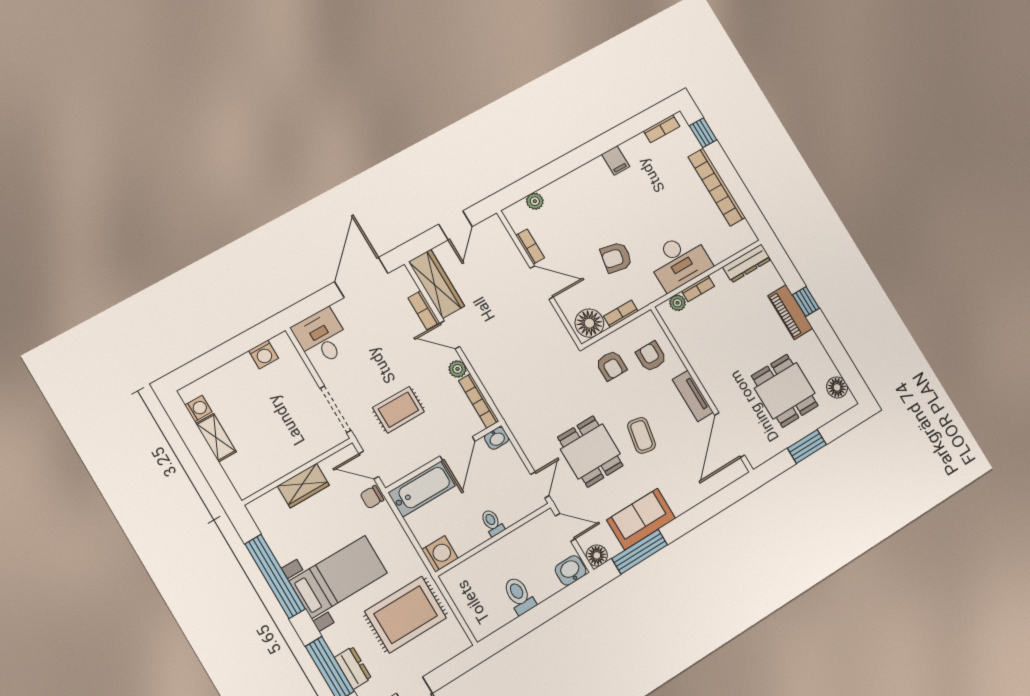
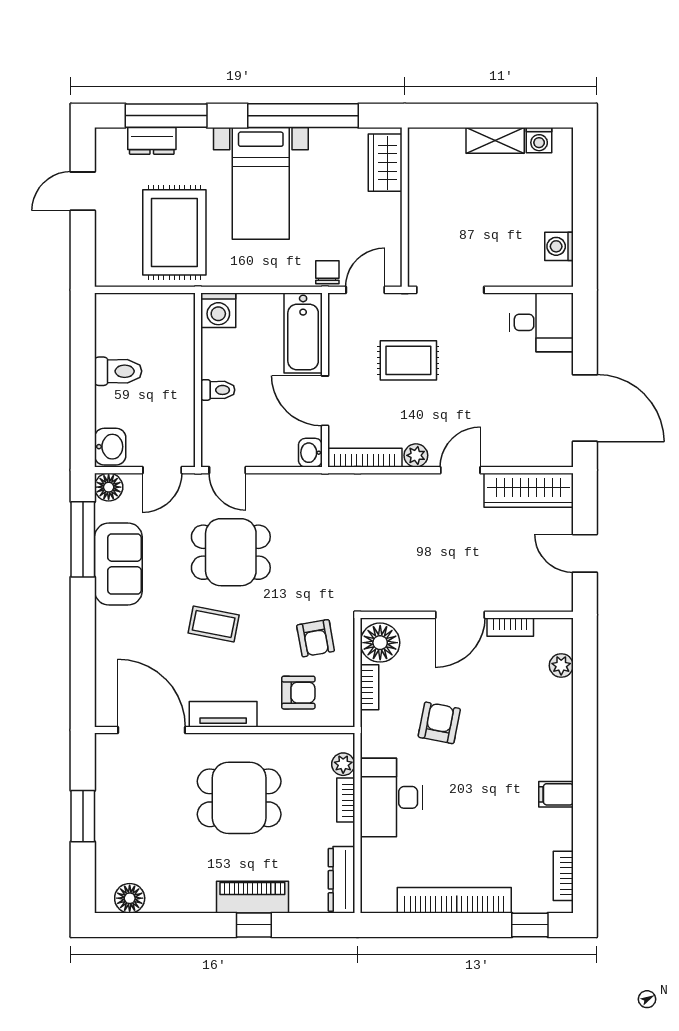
bookcase: (424, 310) -> (506, 457), removed
armchair: (611, 365) -> (316, 638), turned -100
dining table: (785, 391) -> (239, 798), moved
rug: (399, 410) -> (408, 360), turned 90
wardrobe: (303, 486) -> (385, 163), moved

